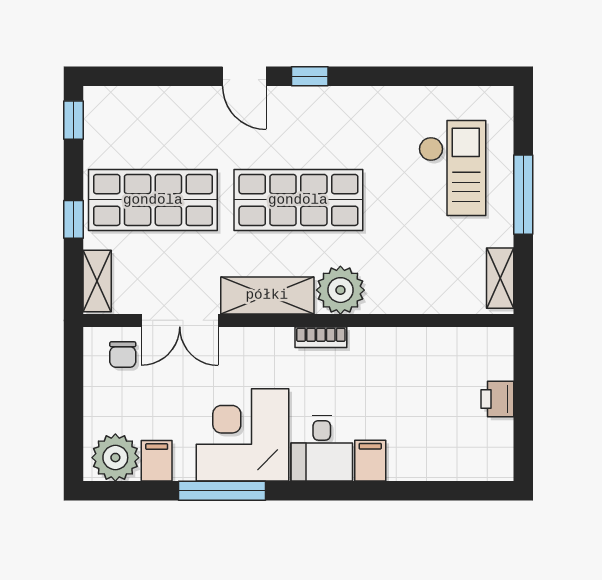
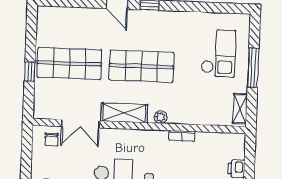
window: (74, 120) -> (32, 22), removed
shelving: (97, 281) -> (40, 102), removed
plant: (340, 290) -> (160, 117), width x0.53, depth x0.53
bookcase: (321, 337) -> (182, 136), moved

